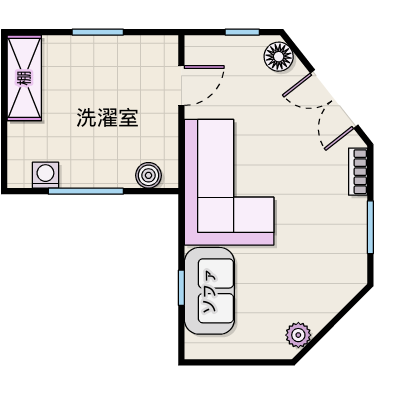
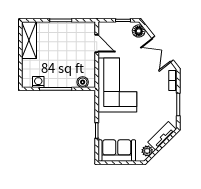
door: (181, 86) -> (97, 43), hinge flipped
sofa: (209, 291) -> (117, 151), moved, turned -90
tv unit: (333, 300) -> (162, 136), added

